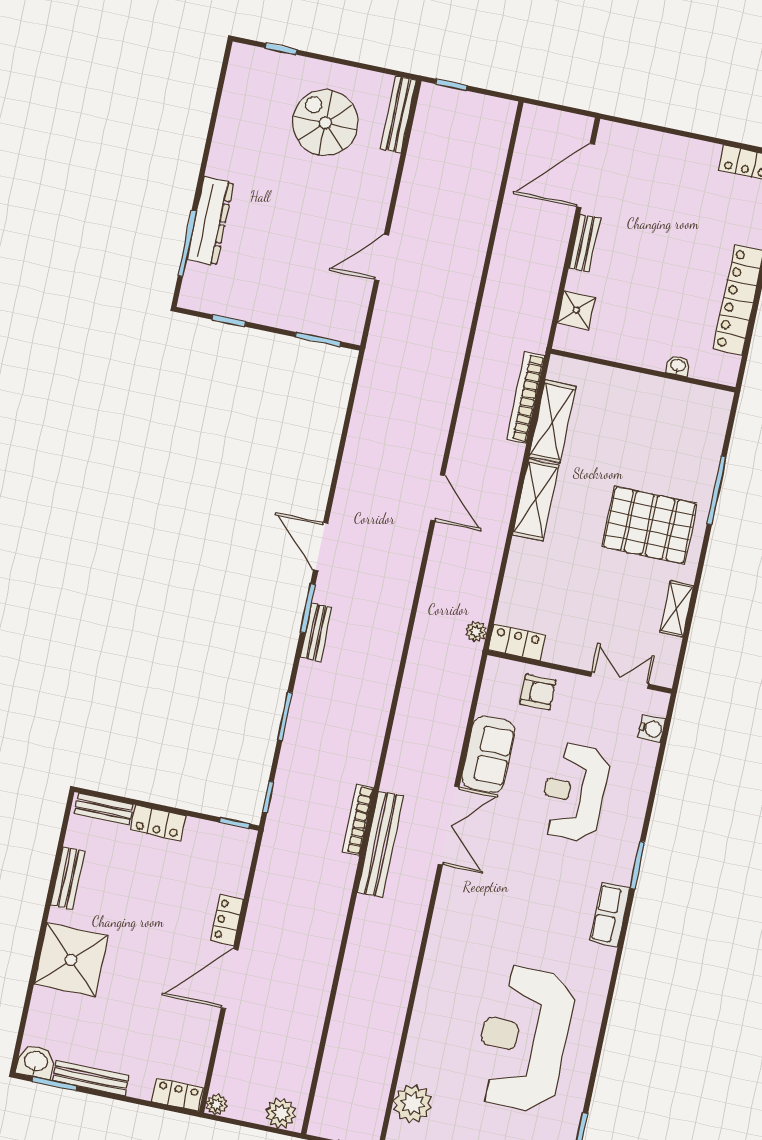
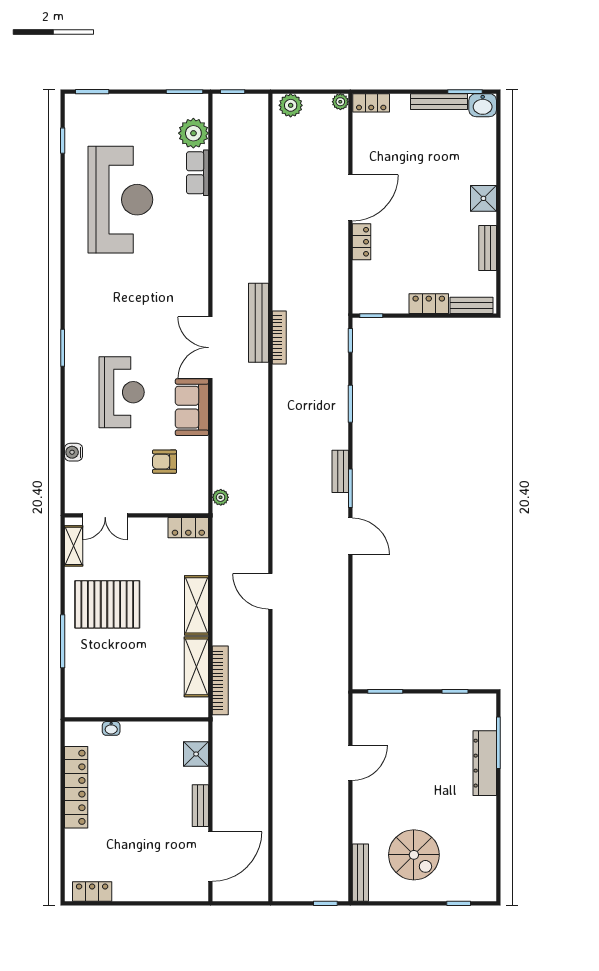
locker: (517, 642) -> (188, 528), moved
wall: (580, 672) -> (136, 515), moved
double door: (620, 680) -> (105, 515), moved
row of seats: (610, 915) -> (197, 173), moved, turned 180
shower: (71, 960) -> (483, 198), width x0.54, depth x0.54

